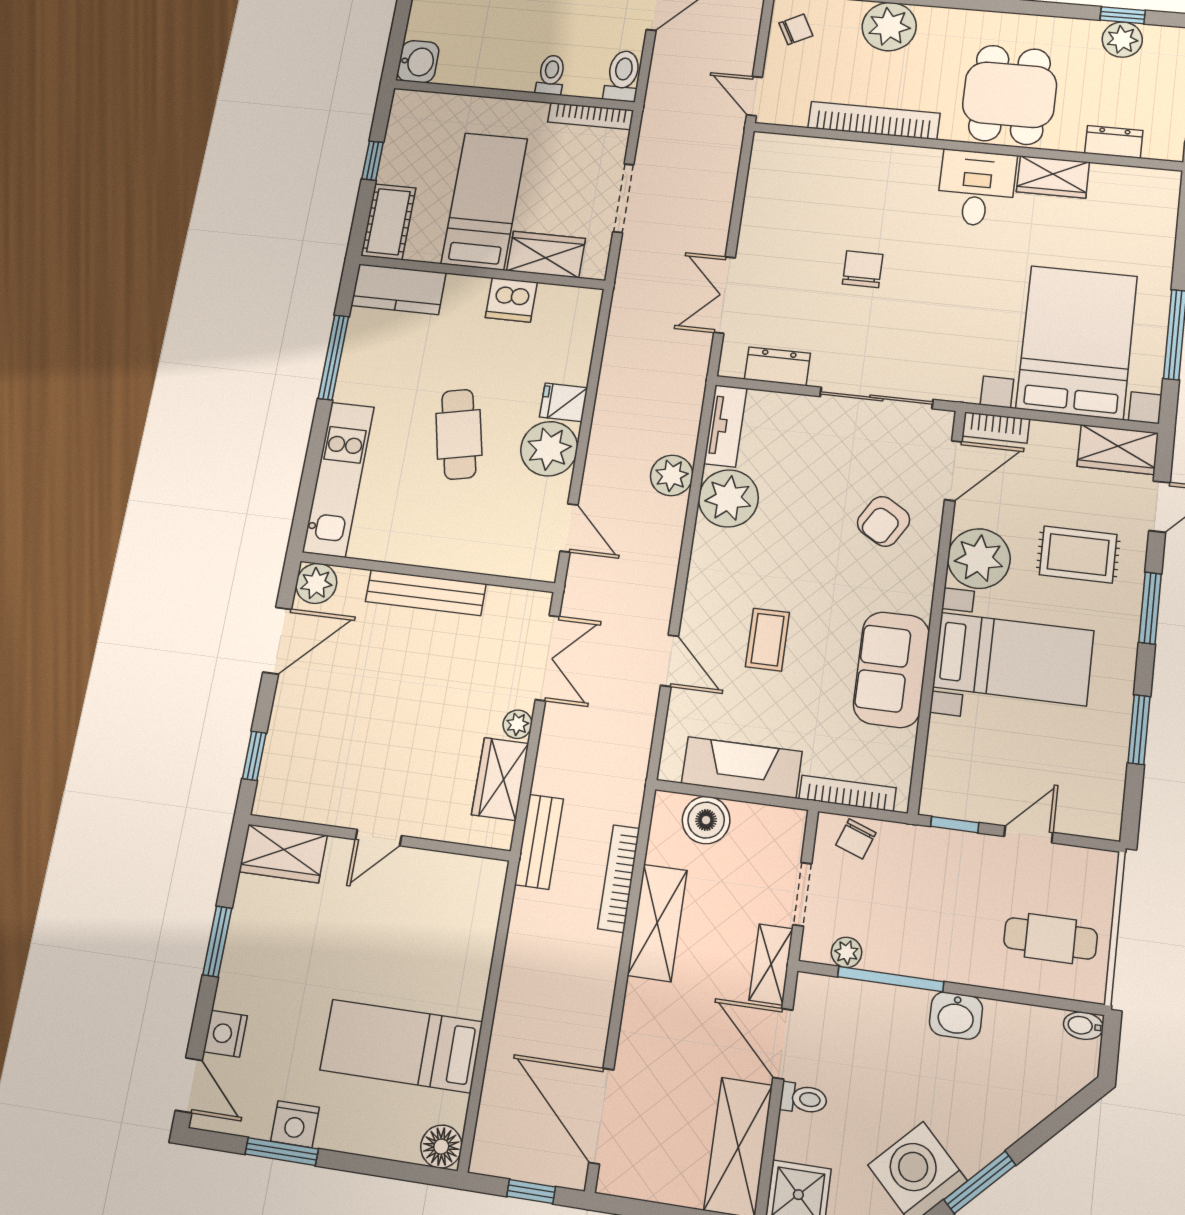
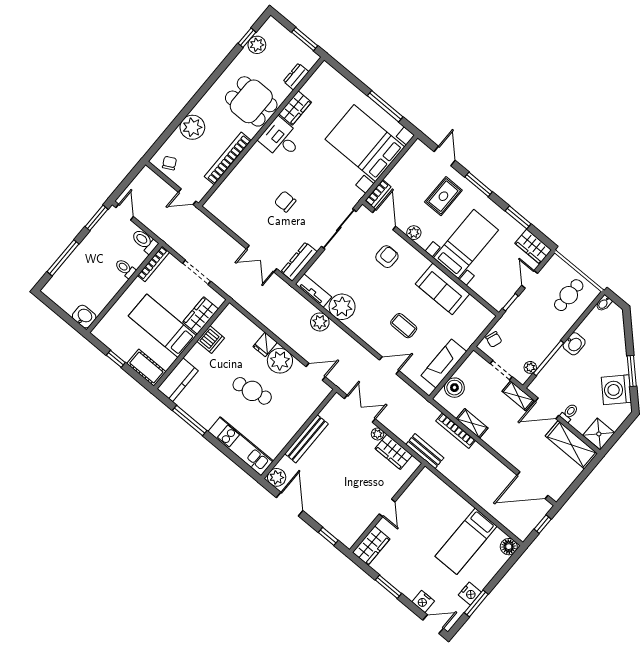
dresser: (777, 366) -> (299, 262), width x1.44
wardrobe: (1118, 450) -> (533, 247), moved, turned 90
armchair: (884, 521) -> (387, 257), turned -121
plant: (979, 559) -> (414, 233), width x0.53, depth x0.53
bookcase: (847, 793) -> (476, 332), removed
shelving: (657, 923) -> (472, 423), width x0.67, depth x0.75

